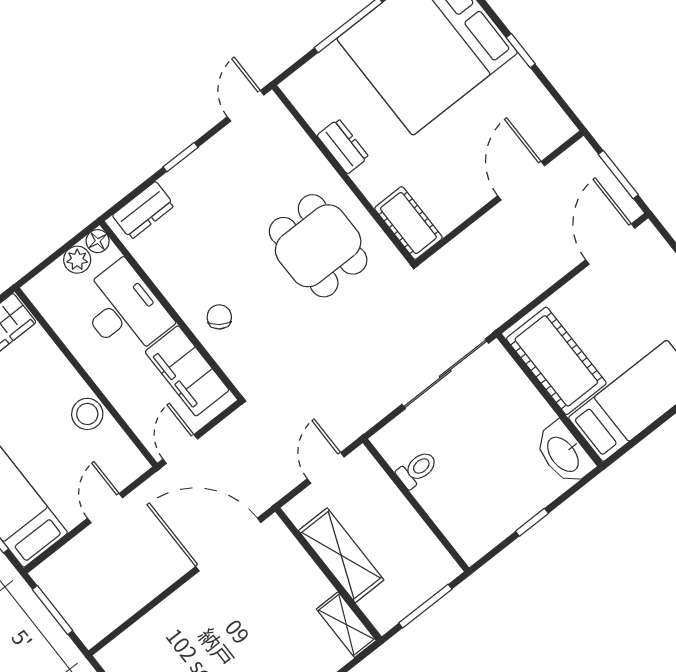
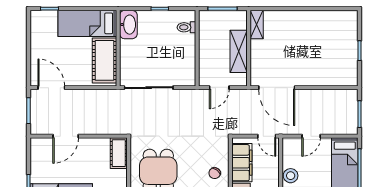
door: (610, 244) -> (51, 88), swing flipped
door: (180, 449) -> (267, 136), hinge flipped
toilet: (417, 469) -> (186, 27), moved

